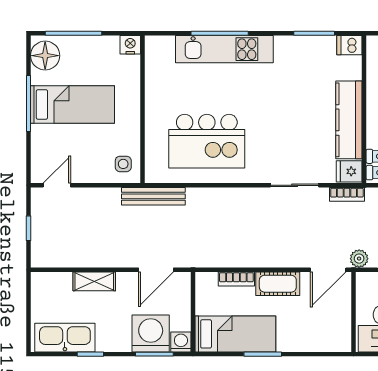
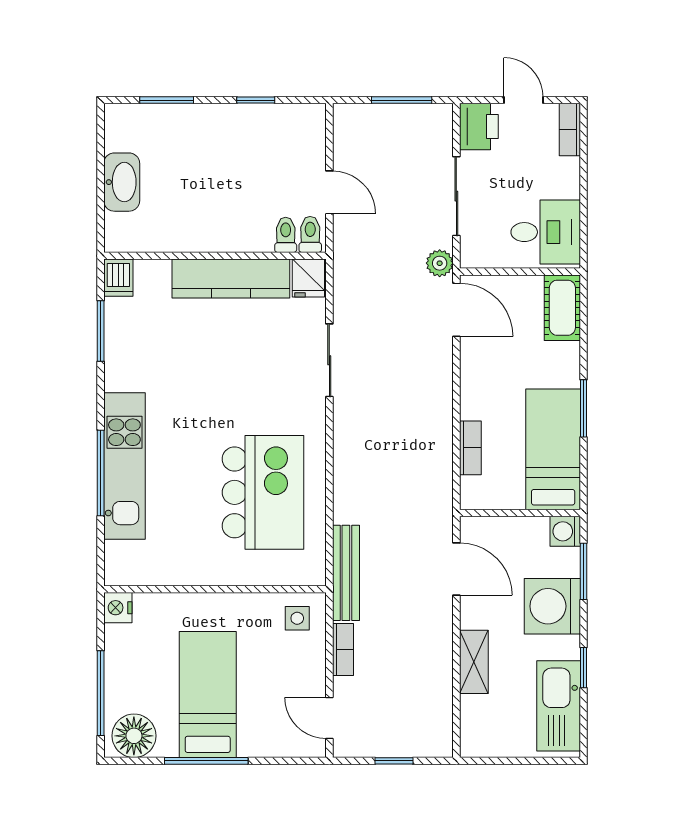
bookcase: (347, 194) -> (343, 649), moved
cot: (278, 284) -> (562, 308), moved
washing machine: (151, 333) -> (552, 606), moved

